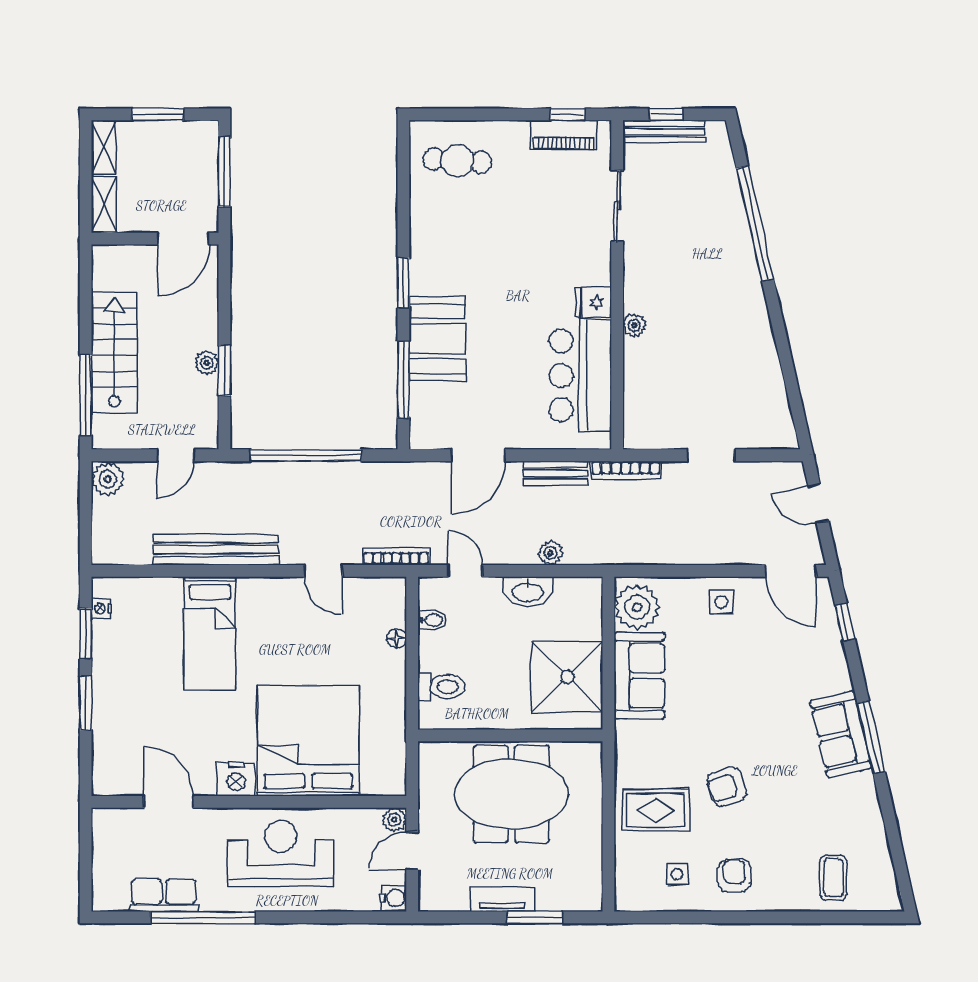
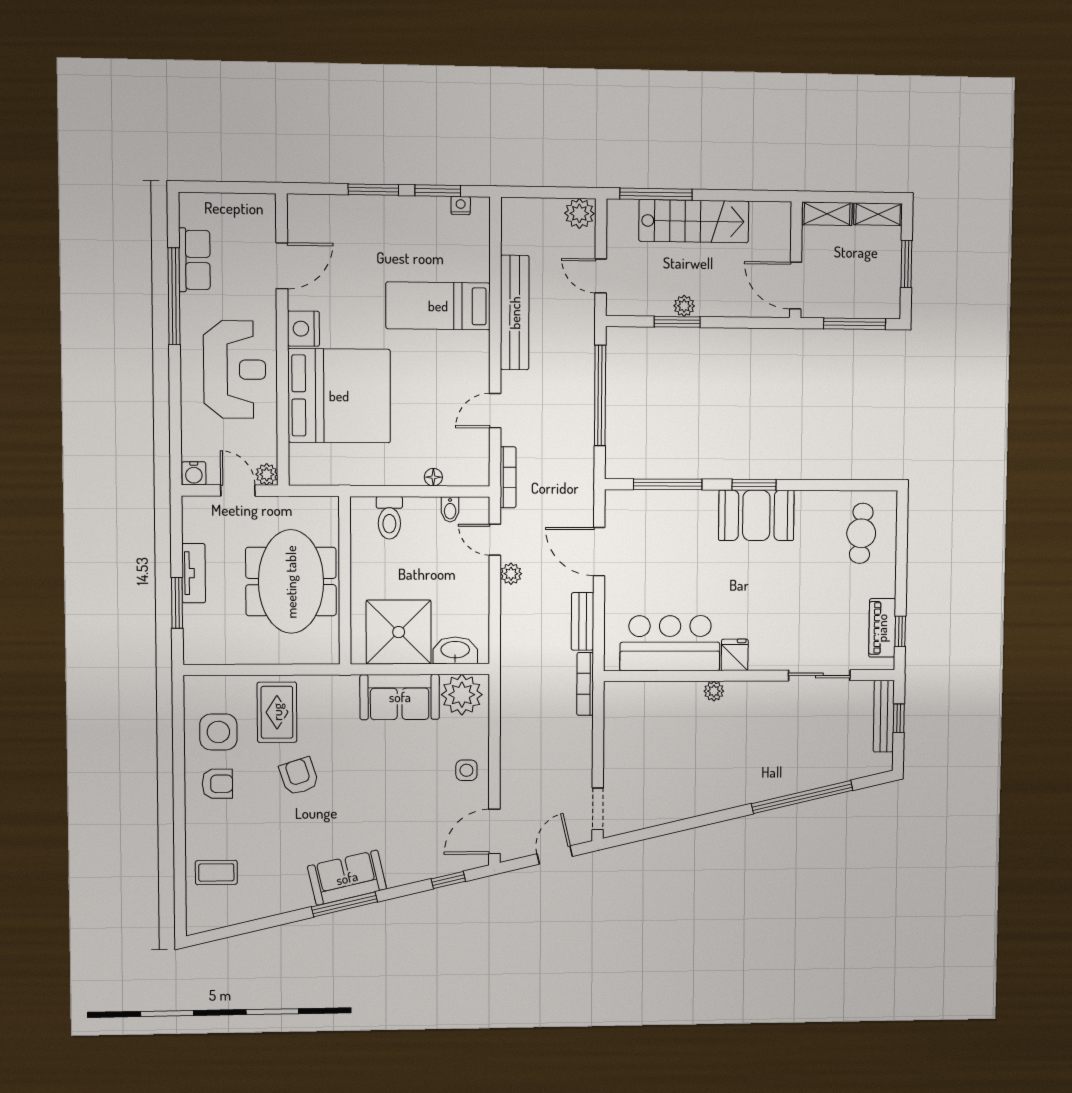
booth: (437, 339) -> (756, 515), moved
doorway: (711, 455) -> (598, 809), moved
plant: (551, 553) -> (511, 574), moved
door: (465, 571) -> (495, 540), swing flipped
washbasin: (528, 592) -> (455, 650), moved, turned 90
side table: (677, 874) -> (218, 732), width x1.87, depth x1.87

